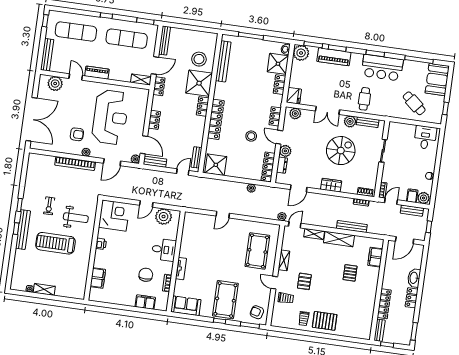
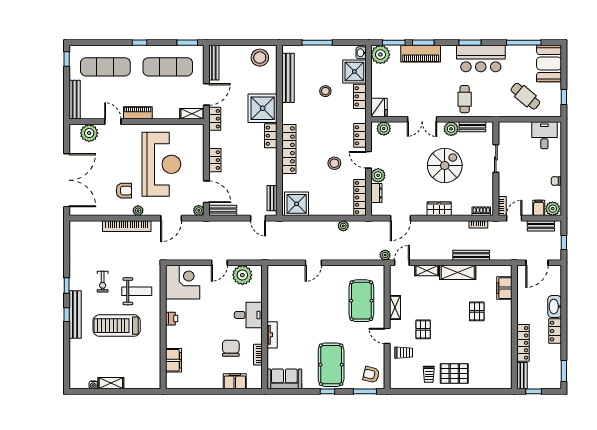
stool: (199, 59) -> (260, 58), moved
stool: (252, 76) -> (325, 91), added
door: (183, 172) -> (258, 218), swing flipped

